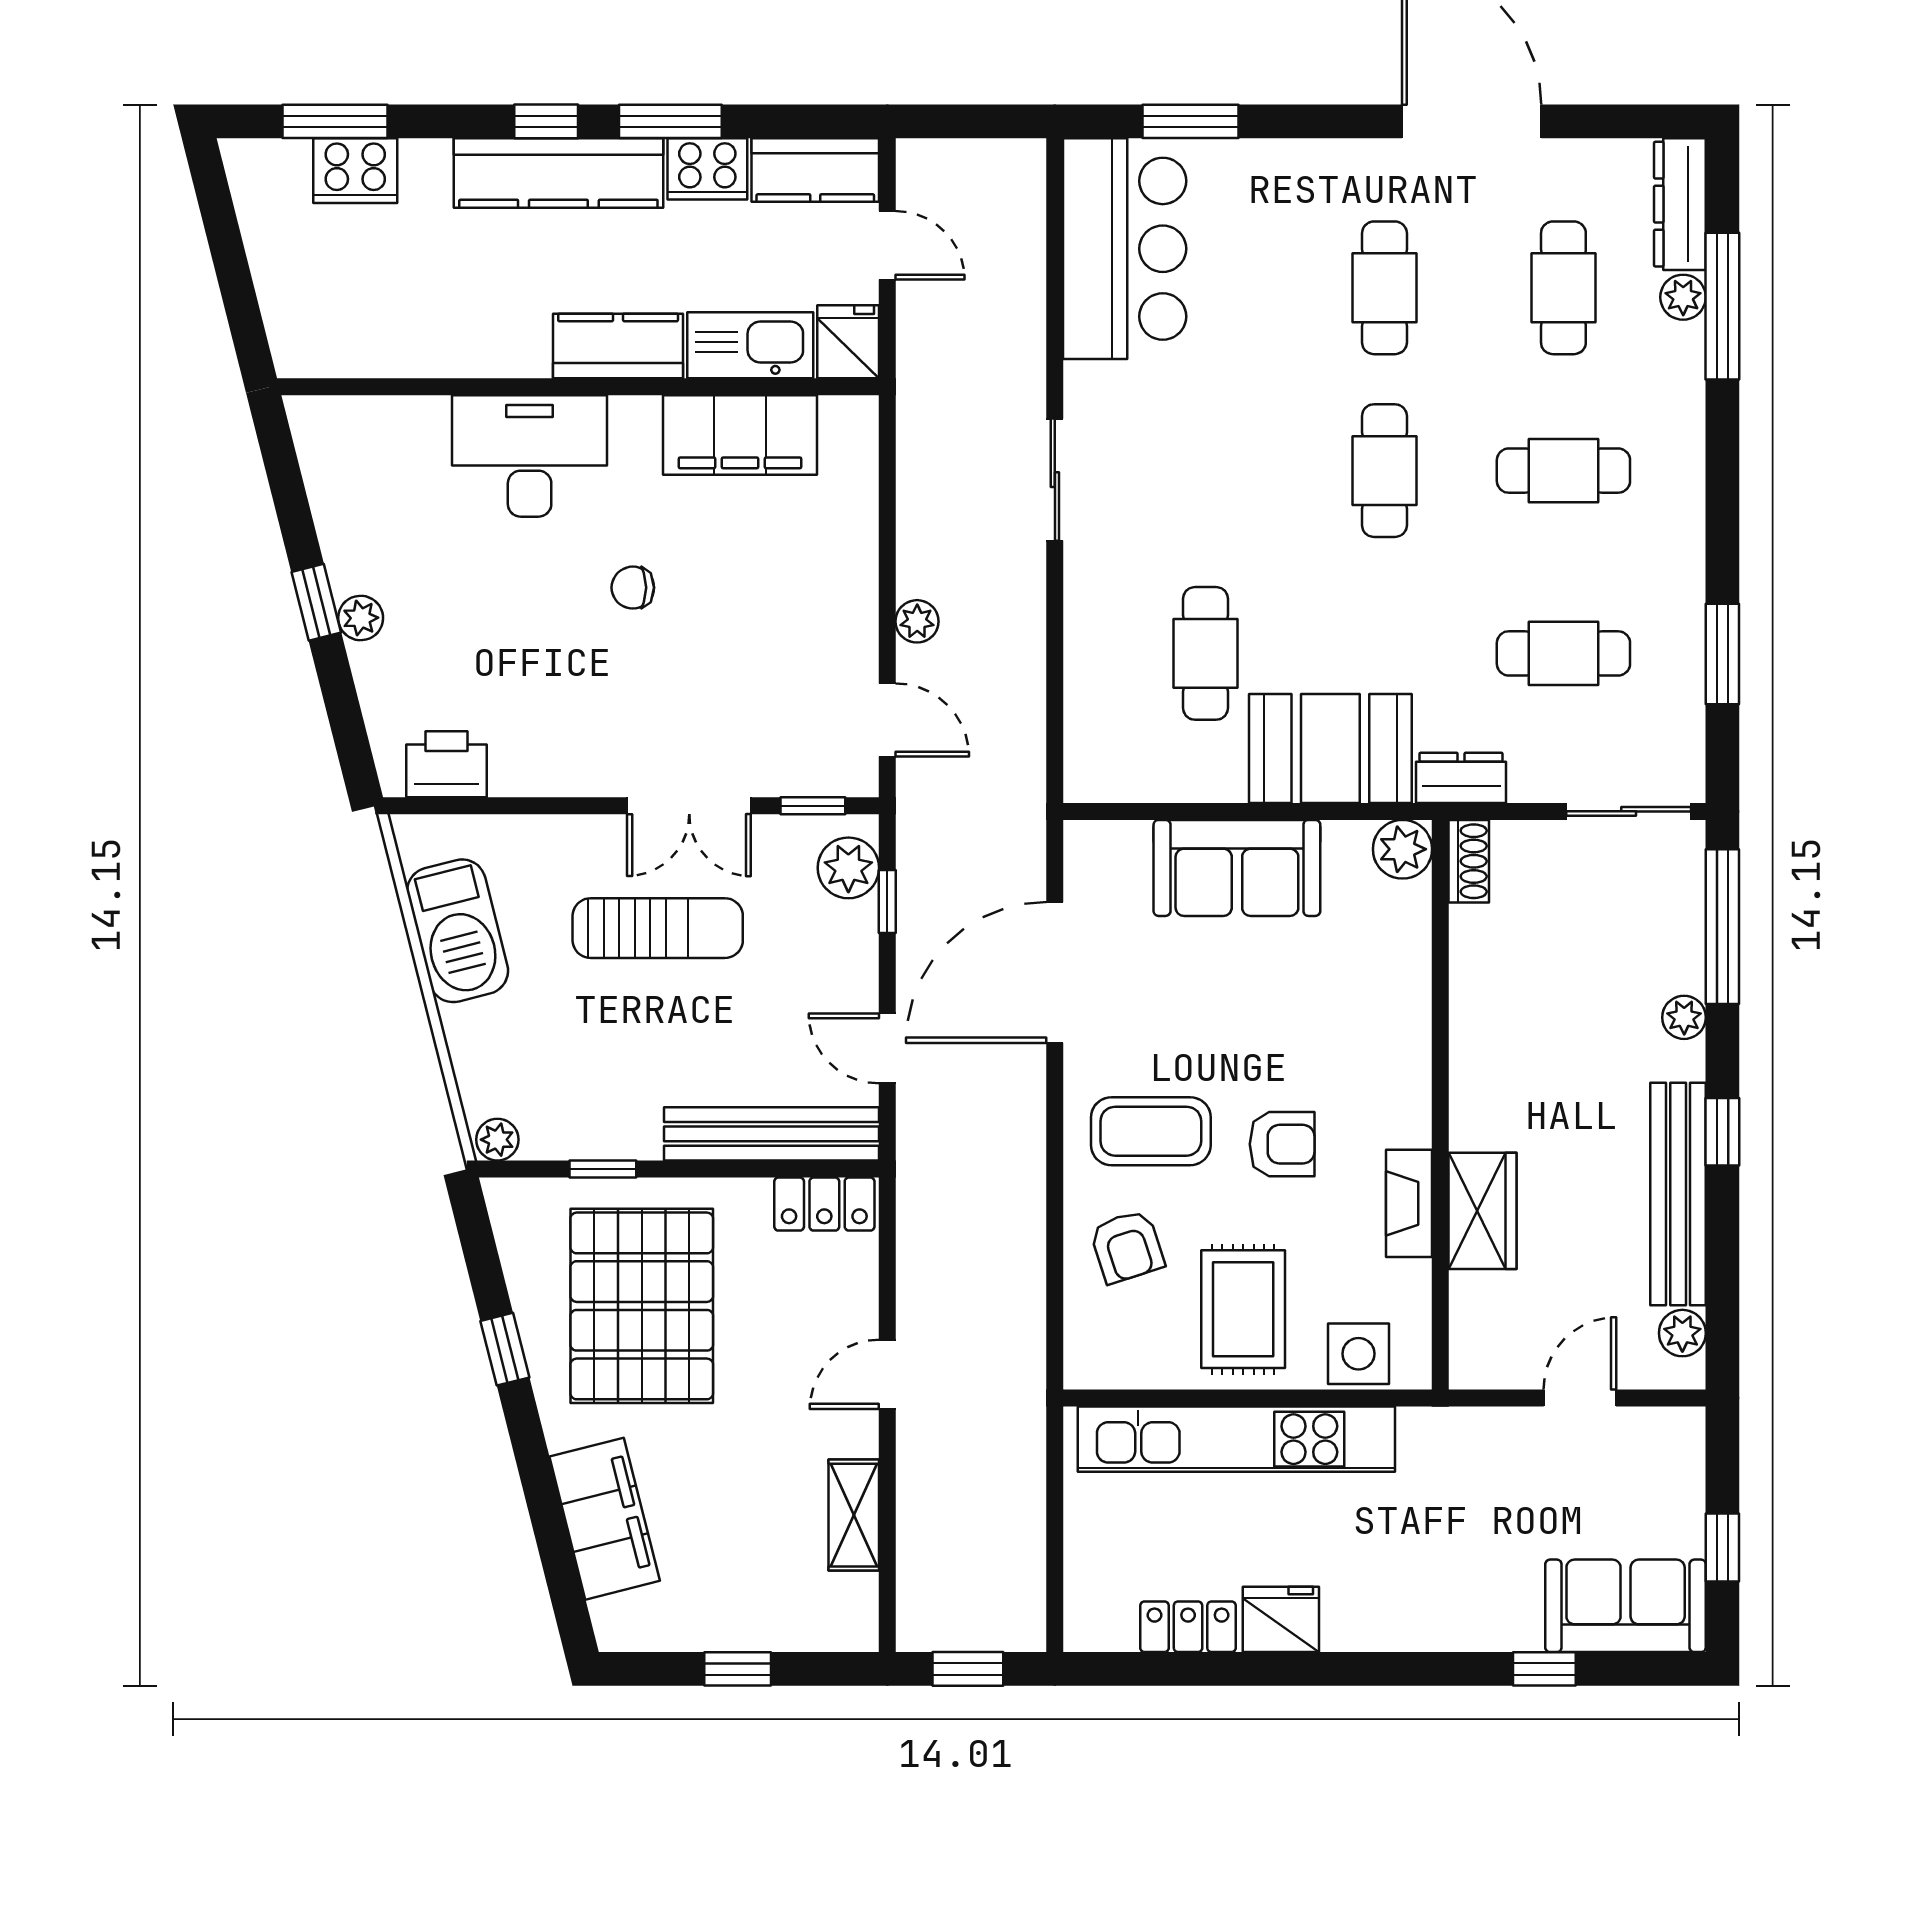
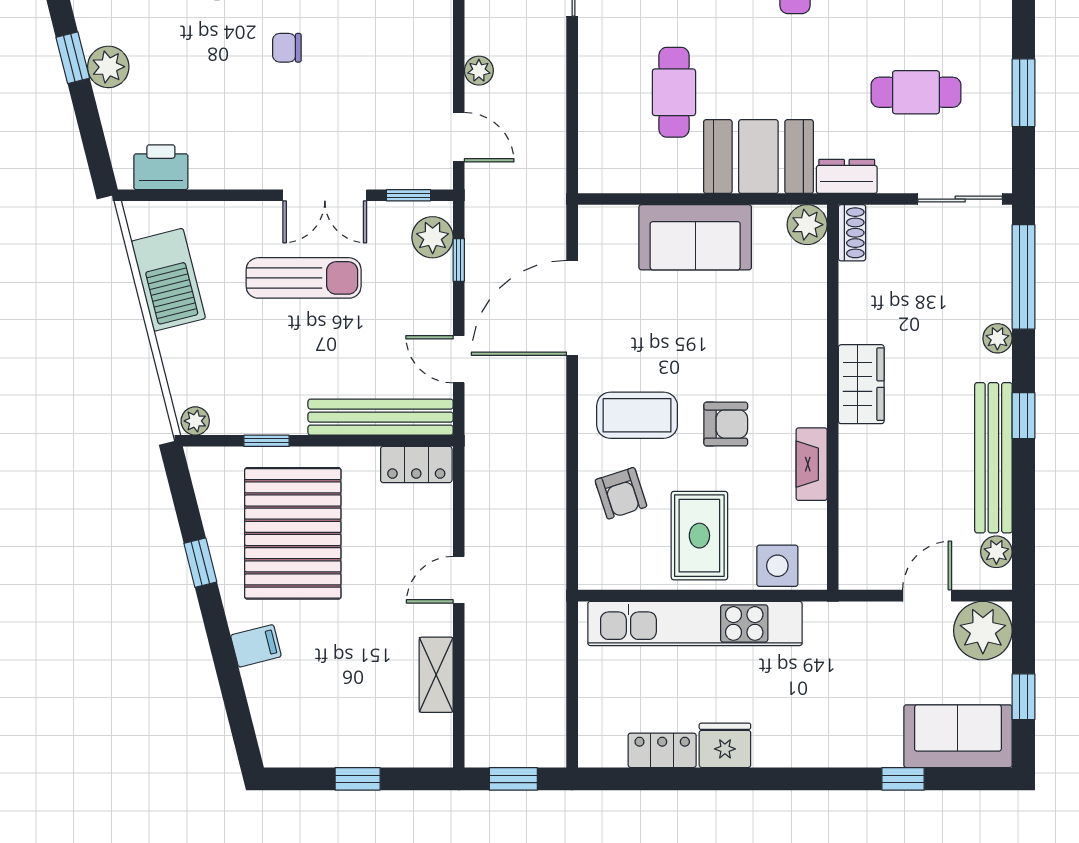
plant: (361, 618) -> (108, 67), width x1.38, depth x1.38
wardrobe: (1483, 1211) -> (861, 384), moved
plant: (1662, 1450) -> (983, 631), added
filing cabinet: (605, 1519) -> (256, 646), width x0.33, depth x0.86

